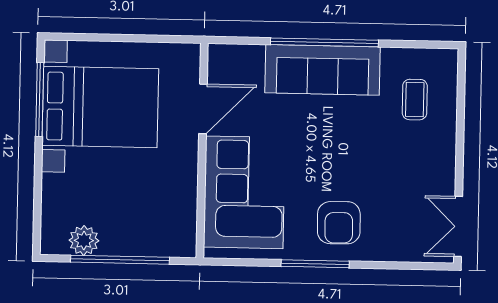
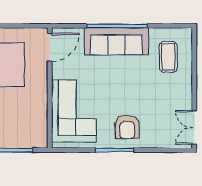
coffee table: (415, 100) -> (168, 57), width x1.36, depth x1.30
door: (203, 109) -> (50, 47), moved

